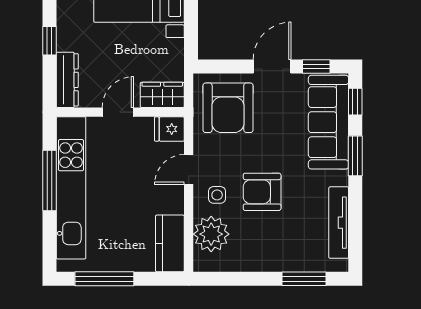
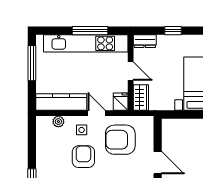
dresser: (67, 80) -> (145, 41), width x0.70
armchair: (228, 108) -> (120, 140), moved
plant: (211, 234) -> (58, 122), width x0.53, depth x0.53
kitchen counter: (170, 243) -> (61, 102), width x1.50

